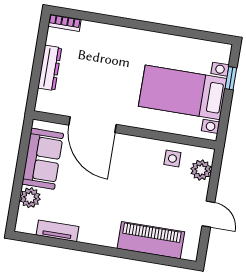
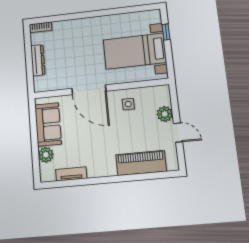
door: (92, 125) -> (89, 90), moved
side table: (172, 158) -> (128, 104), moved
plant: (201, 170) -> (165, 114), moved

